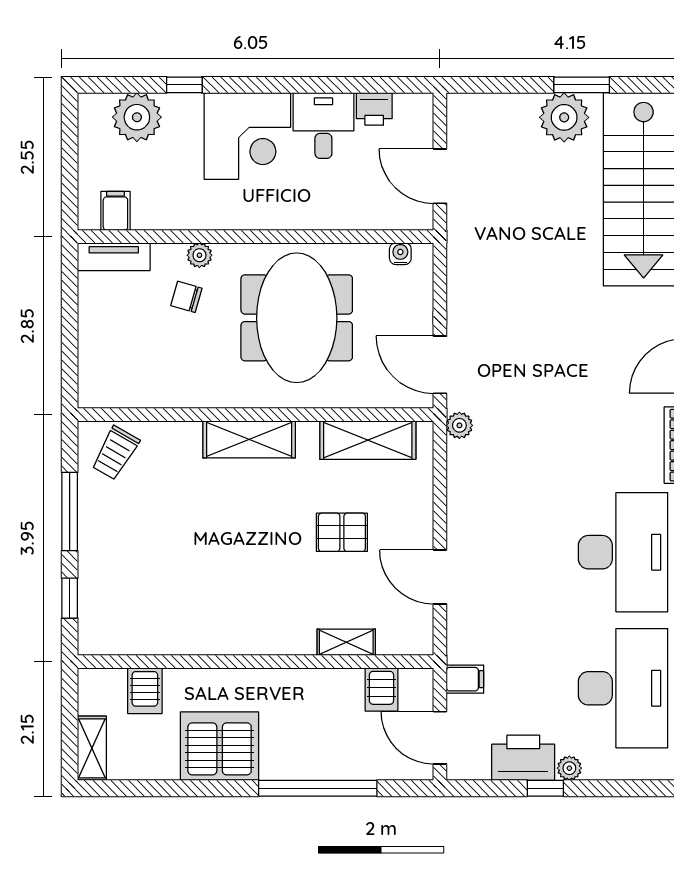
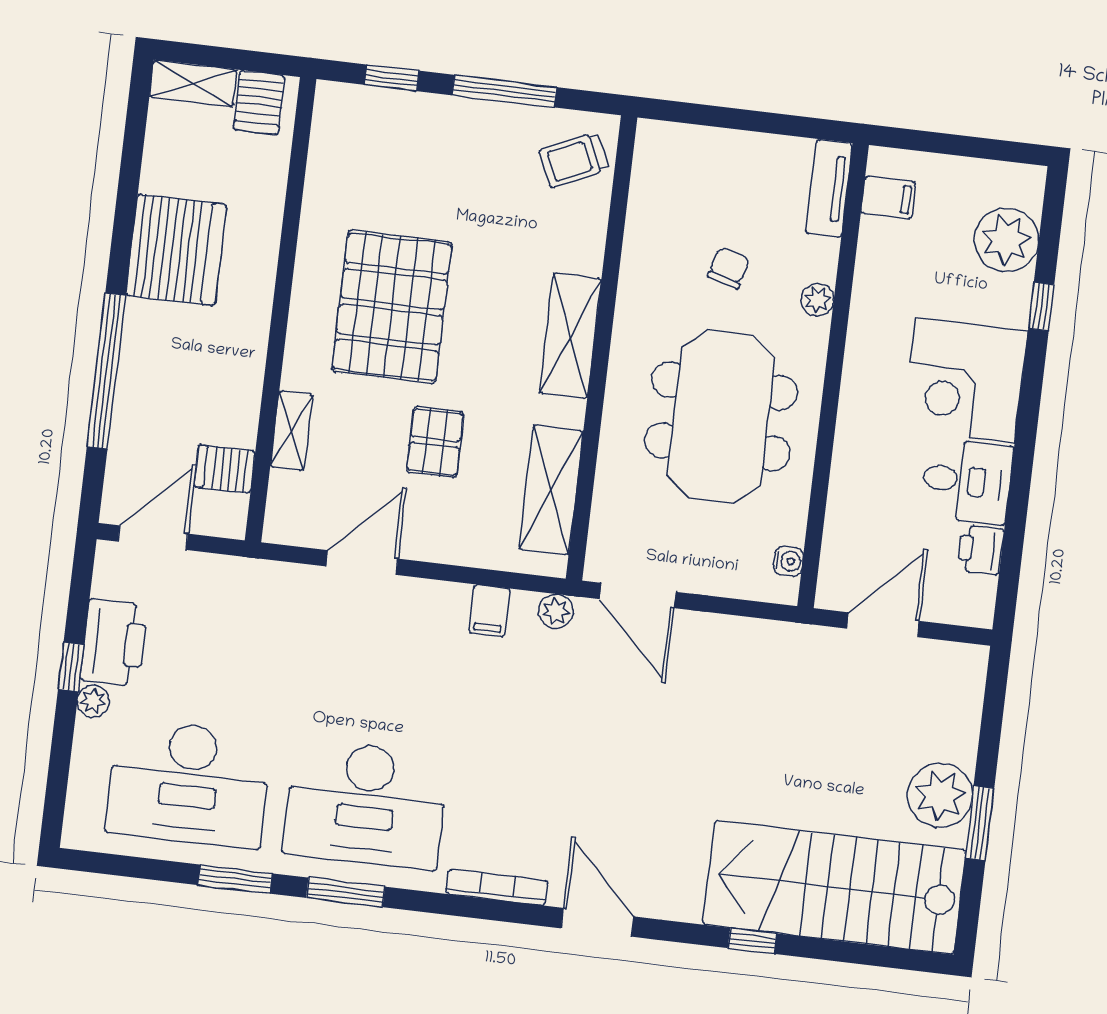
chair: (186, 297) -> (729, 268), moved
meeting table: (297, 318) -> (721, 416), turned 90
door: (440, 365) -> (638, 595), swing flipped
trolley: (115, 453) -> (574, 160), turned -55
pallet: (243, 577) -> (392, 307), added
filing cabinet: (465, 679) -> (489, 611), moved
server rack: (145, 691) -> (259, 102), moved, turned -90

